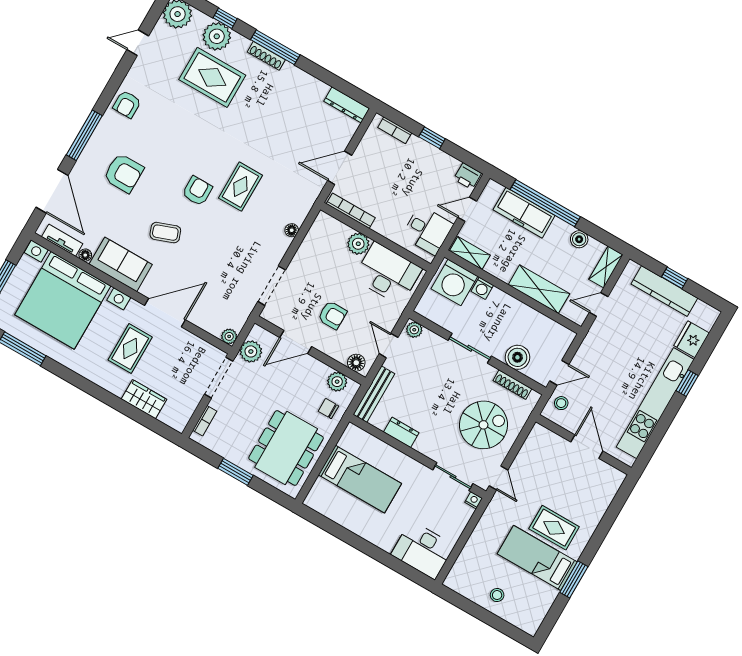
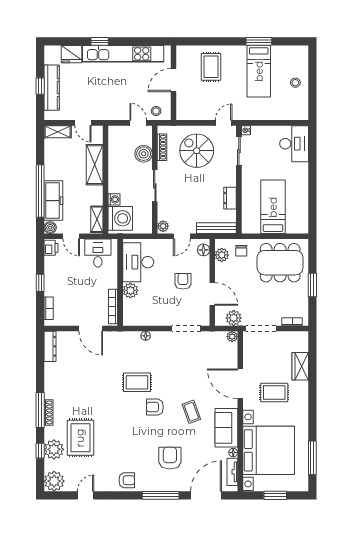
door: (138, 43) -> (86, 495), swing flipped
boiler: (579, 239) -> (50, 228), moved
rug: (554, 528) -> (211, 67), moved

